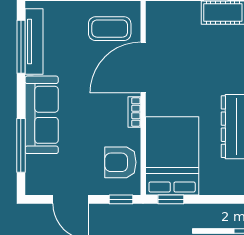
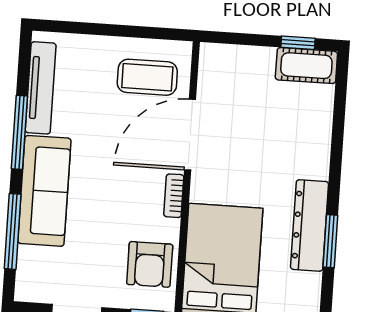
window: (21, 47) -> (19, 132), moved
armchair: (120, 162) -> (150, 264), turned -90

